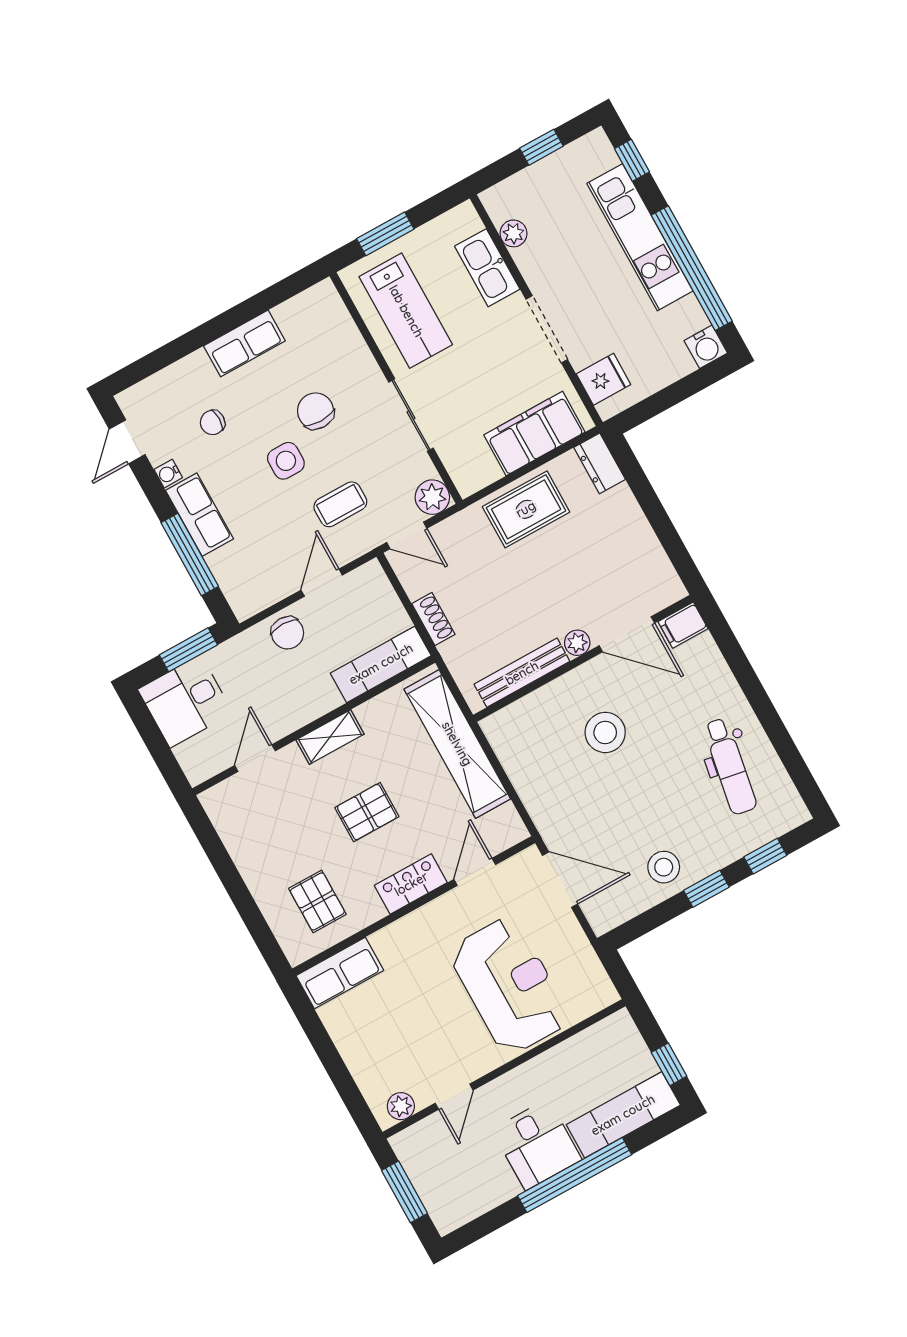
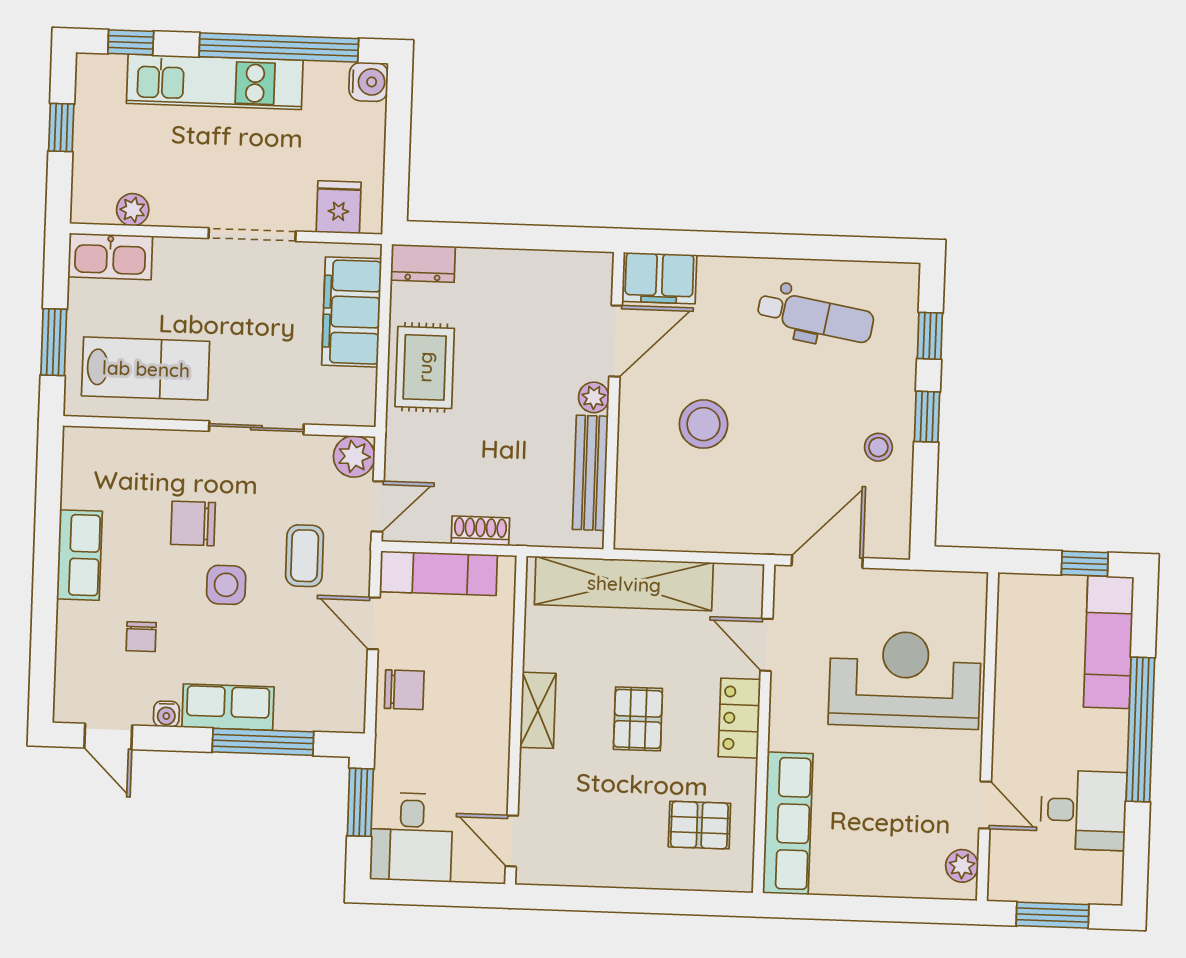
kitchen sink: (487, 268) -> (110, 256), moved
filing cabinet: (683, 625) -> (659, 278), width x2.00
exam couch: (381, 664) -> (438, 573), moved, turned -90
door: (255, 758) -> (512, 841), moved
stool: (664, 867) -> (878, 447), width x0.73, depth x0.73
row of seats: (340, 973) -> (788, 823), width x1.48
desk: (537, 1145) -> (1083, 810), moved

